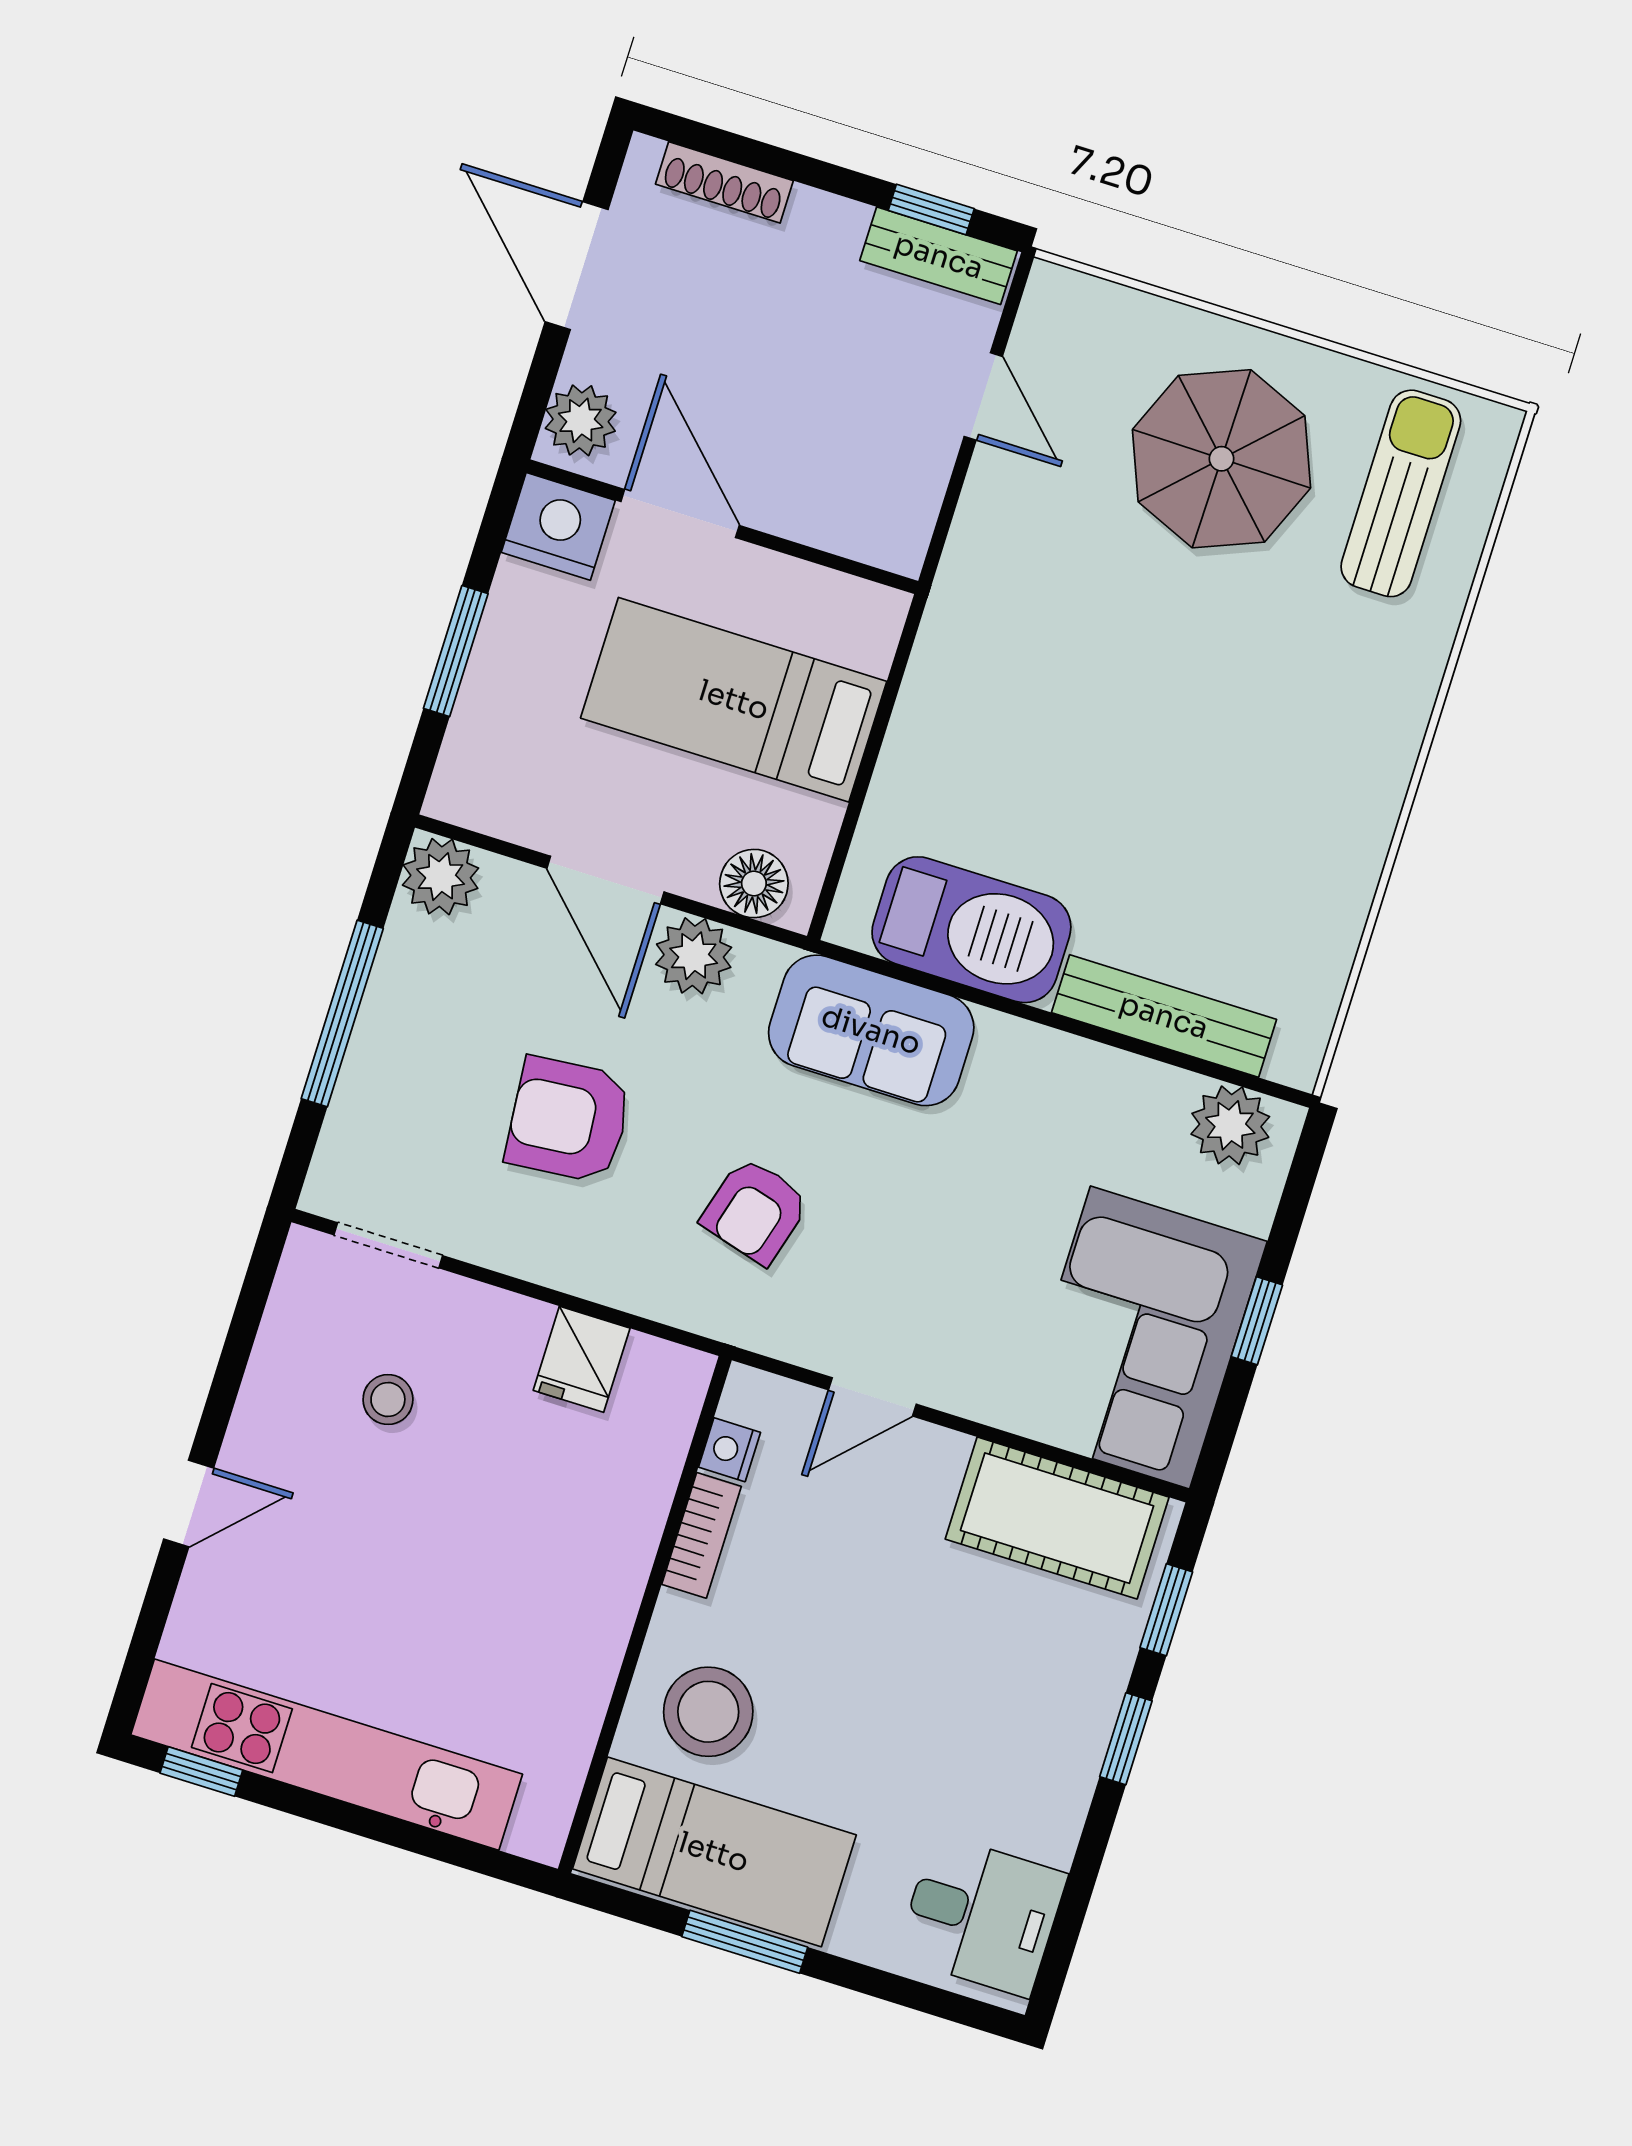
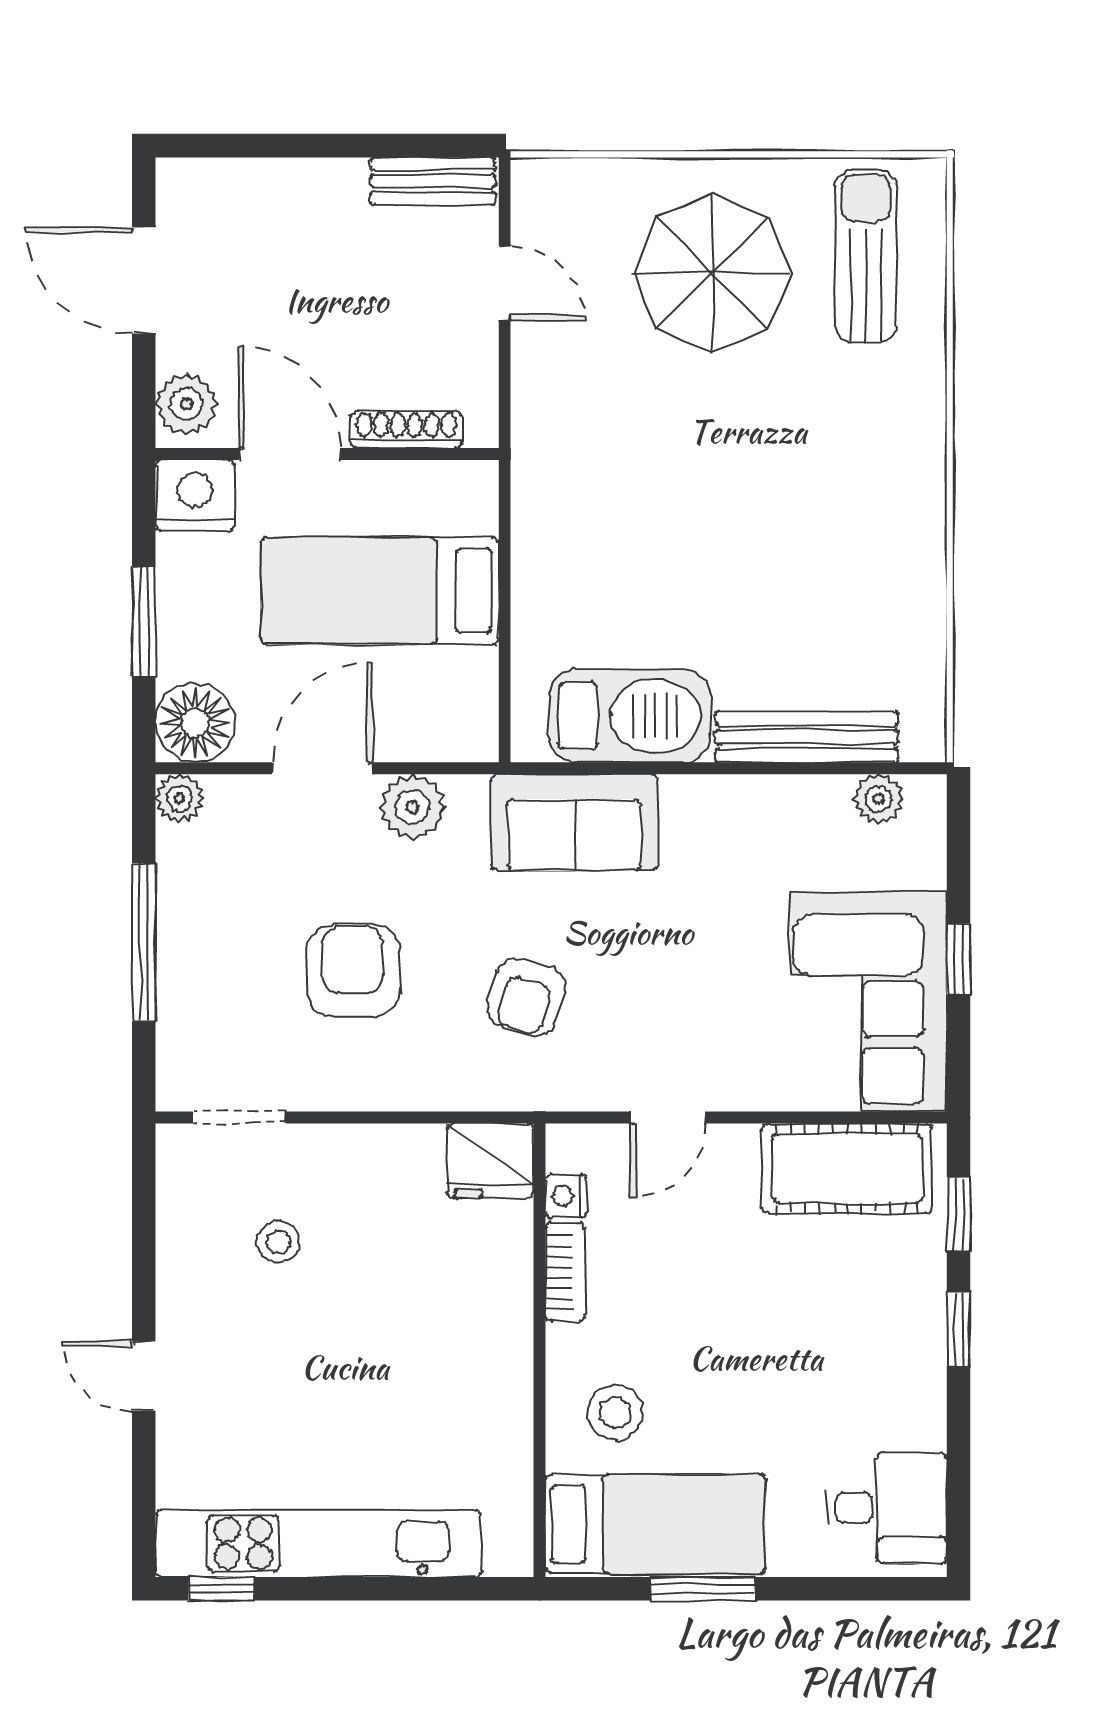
shoe rack: (724, 182) -> (406, 429), moved, turned 180
window: (931, 209) -> (415, 146), removed
plant: (441, 877) -> (179, 798), width x0.73, depth x0.73
door: (605, 880) -> (322, 768), swing flipped
floor lamp: (754, 884) -> (195, 723), moved, width x1.38, depth x1.38
armchair: (568, 1120) -> (353, 971), turned 95
plant: (1230, 1125) -> (878, 799), width x0.73, depth x0.73
fridge: (582, 1359) -> (490, 1161), moved, width x1.38
door: (189, 1503) -> (144, 1376), swing flipped
stool: (708, 1712) -> (615, 1413), width x0.73, depth x0.73

